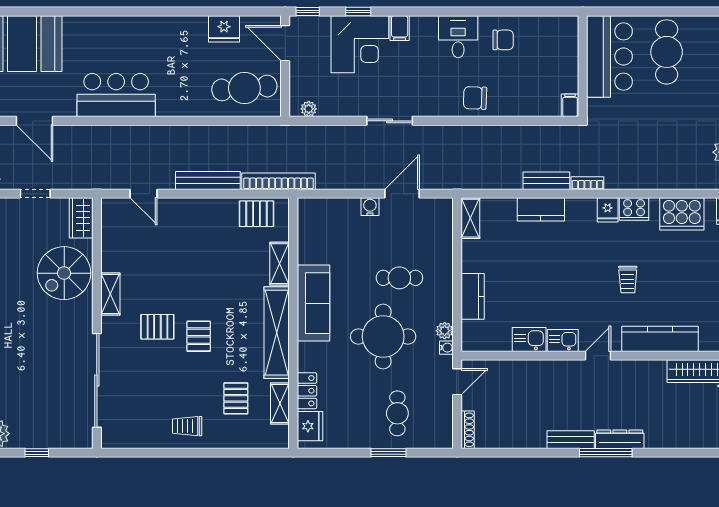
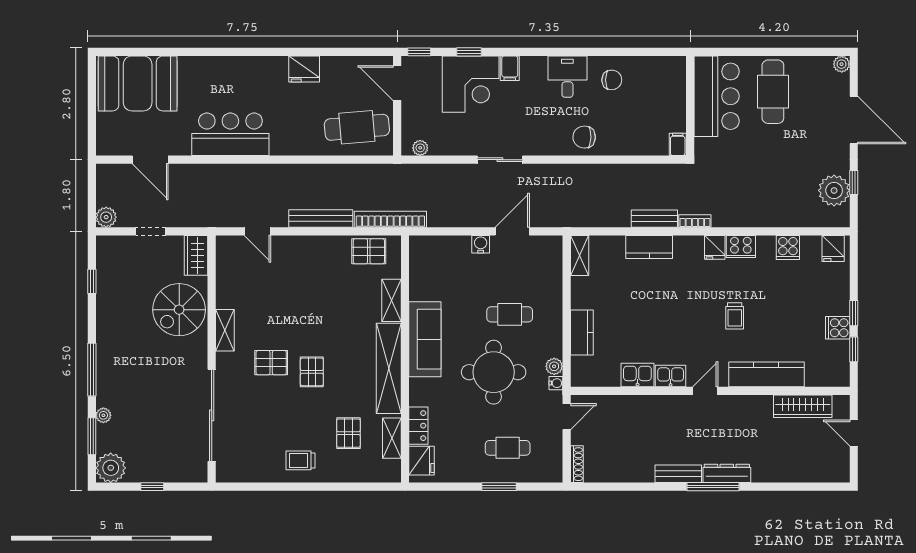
fridge: (224, 29) -> (304, 69), moved
cooker: (682, 214) -> (788, 248), width x0.53, depth x0.76
cafe table: (397, 413) -> (508, 448), turned 90

